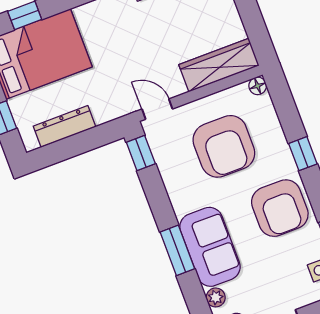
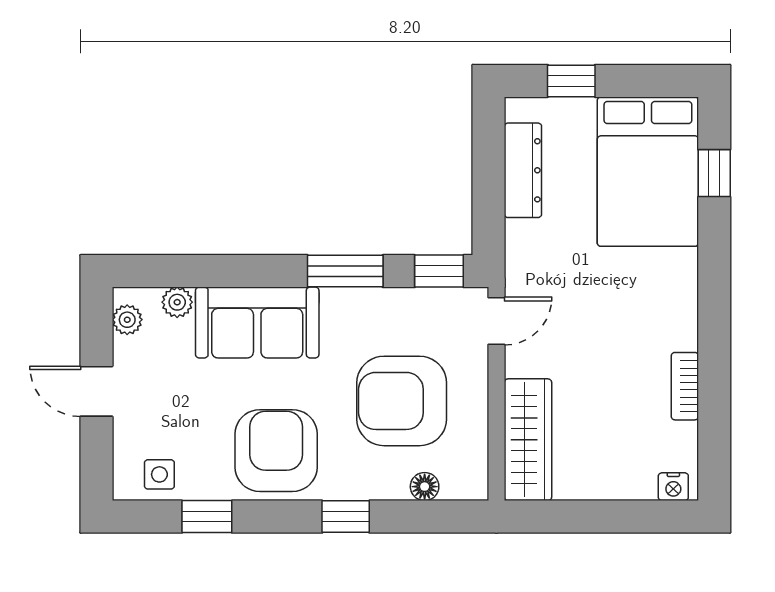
floor lamp: (258, 86) -> (425, 487), moved
armchair: (280, 208) -> (276, 451), turned 90
window: (177, 250) -> (345, 271), moved

